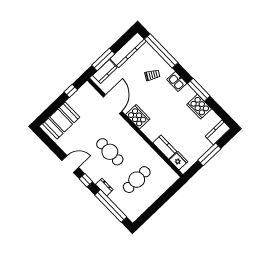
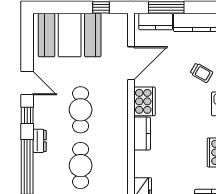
booth: (61, 120) -> (70, 35), width x1.36, depth x1.42
kitchen counter: (165, 147) -> (142, 134), moved
cafe table: (137, 180) -> (81, 166), turned 90

